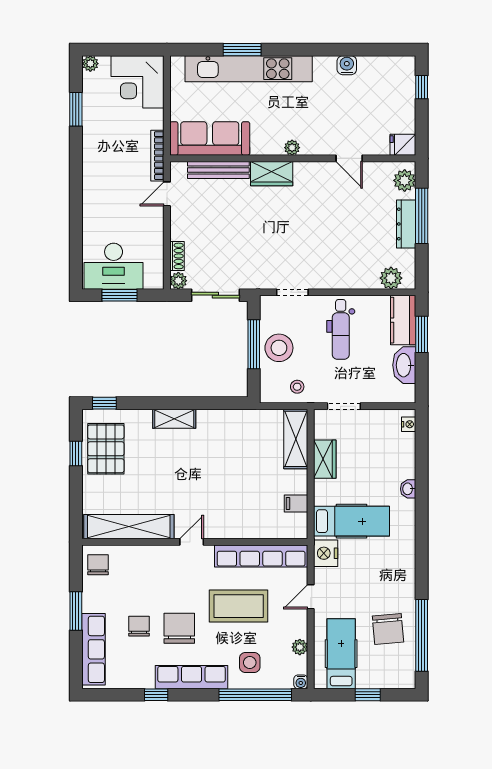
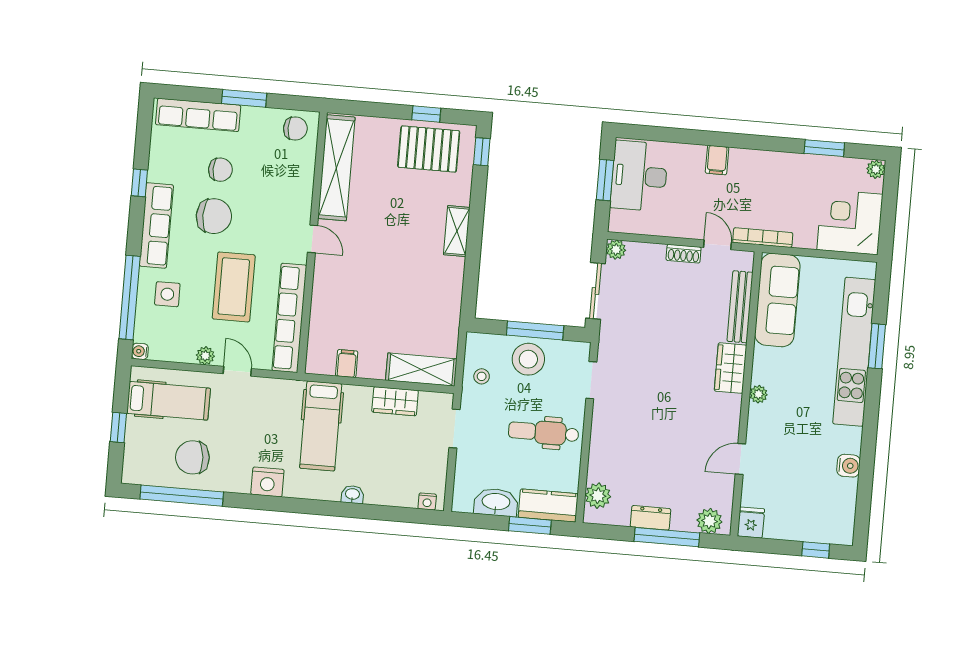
filing cabinet: (94, 201) -> (717, 160), added
dresser: (406, 224) -> (650, 518), width x0.70
shoe rack: (177, 256) -> (684, 254), moved
nightstand: (326, 553) -> (267, 482), moved, turned 180
plant: (300, 647) -> (205, 356), moved

